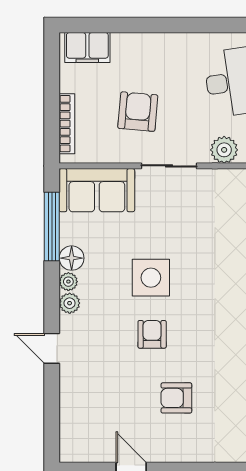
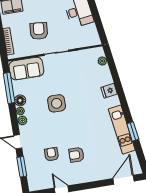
plant: (224, 150) -> (80, 42), removed
armchair: (152, 334) -> (51, 154), moved
window: (52, 405) -> (22, 167), added

